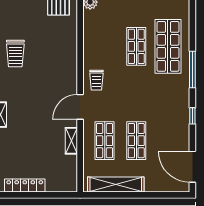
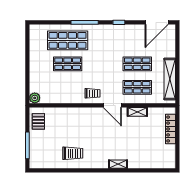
locker: (25, 186) -> (171, 129), moved

